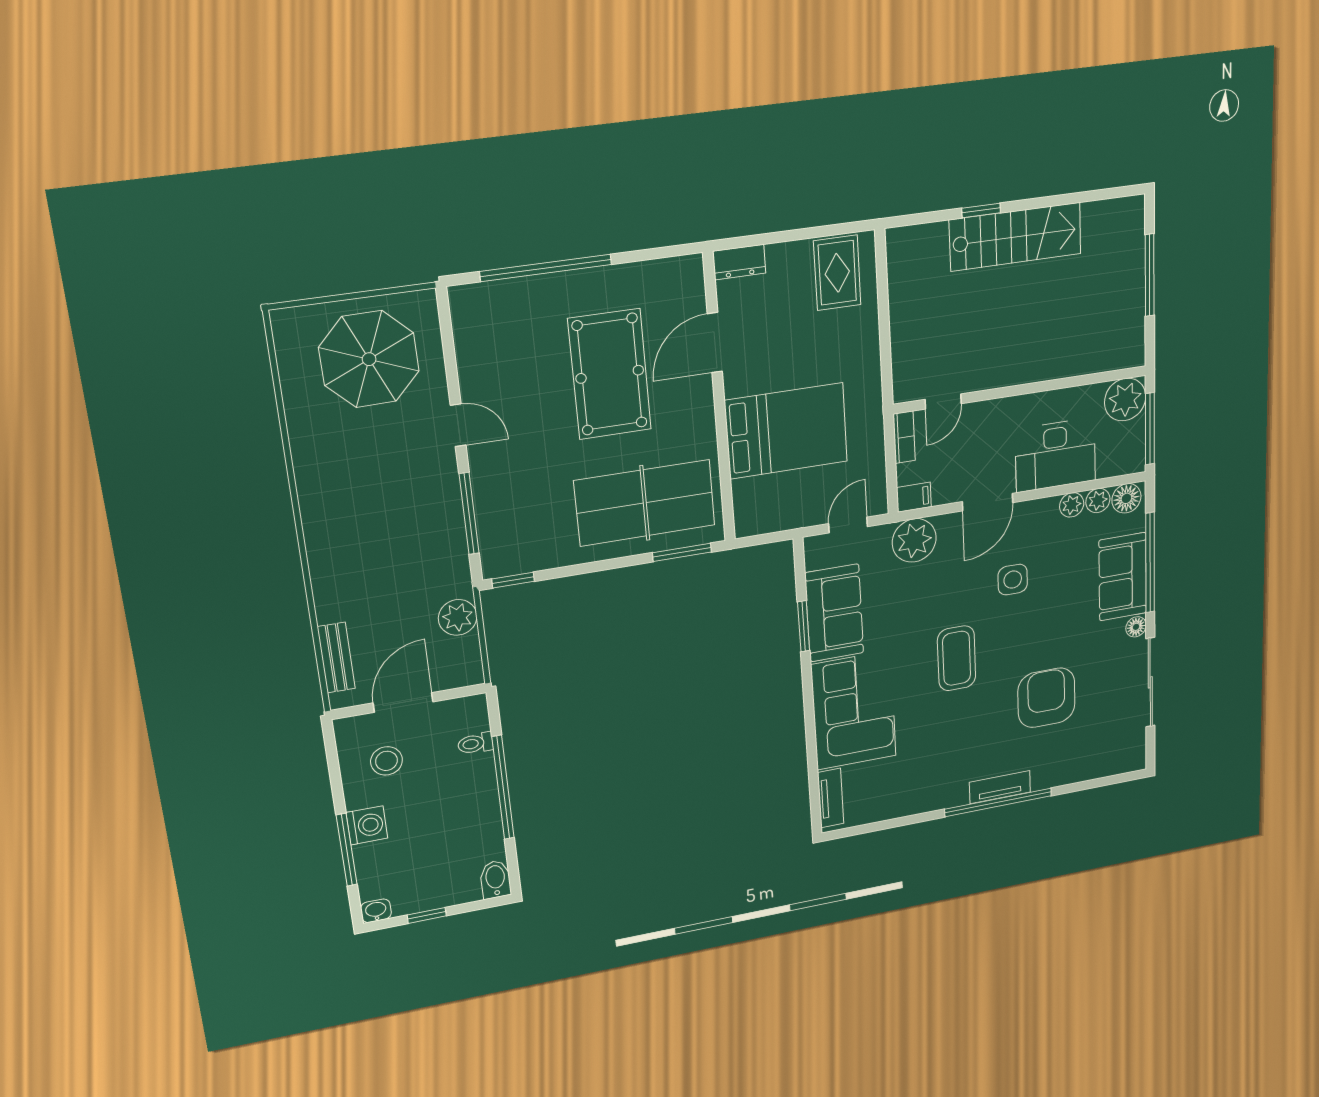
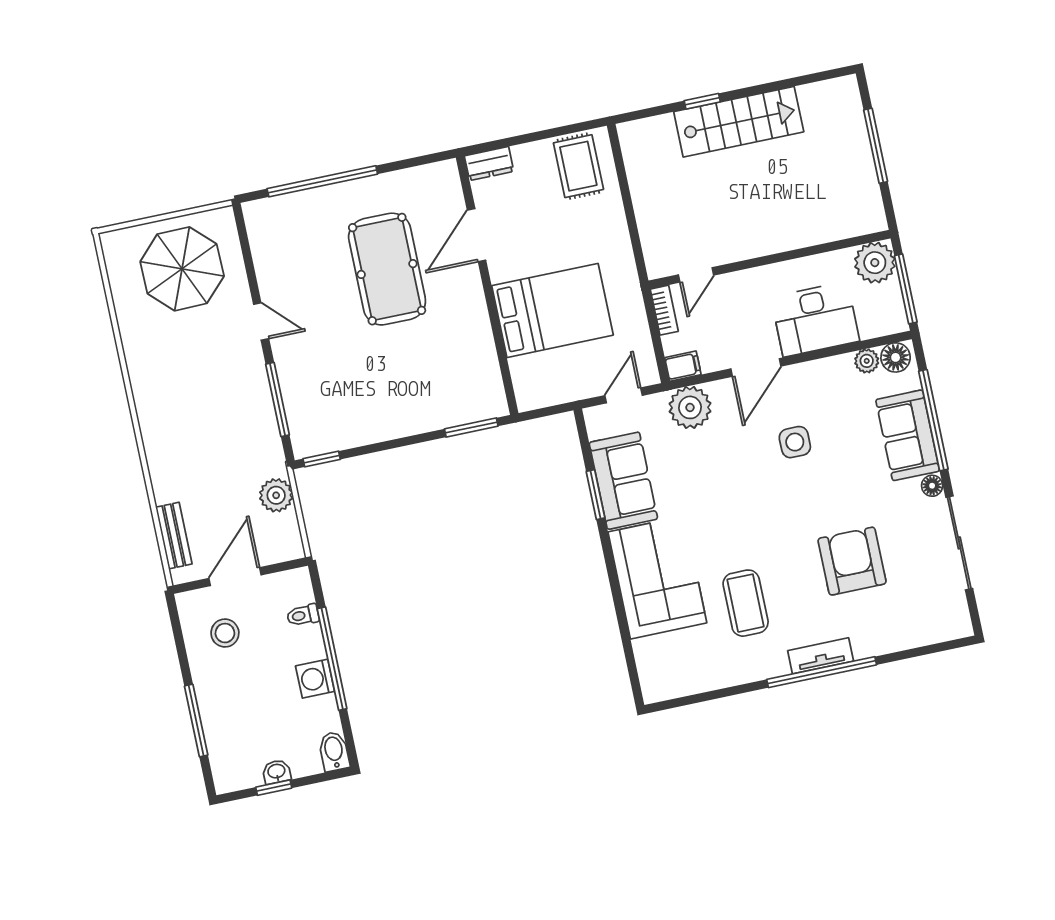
table tennis table: (645, 503) -> (432, 383), removed
plant: (1072, 505) -> (841, 366), removed
coffee table: (957, 658) -> (746, 603), moved
tv unit: (831, 798) -> (648, 668), removed
washing machine: (367, 825) -> (315, 679), moved, turned 180
washbasin: (376, 911) -> (277, 772), moved

